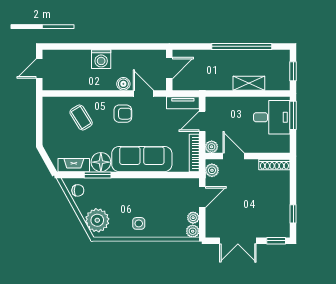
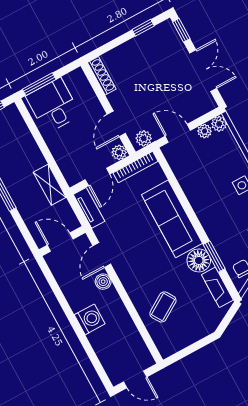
shelving: (249, 83) -> (50, 185), moved
armchair: (123, 114) -> (135, 265), removed
door: (202, 121) -> (97, 177), hinge flipped

